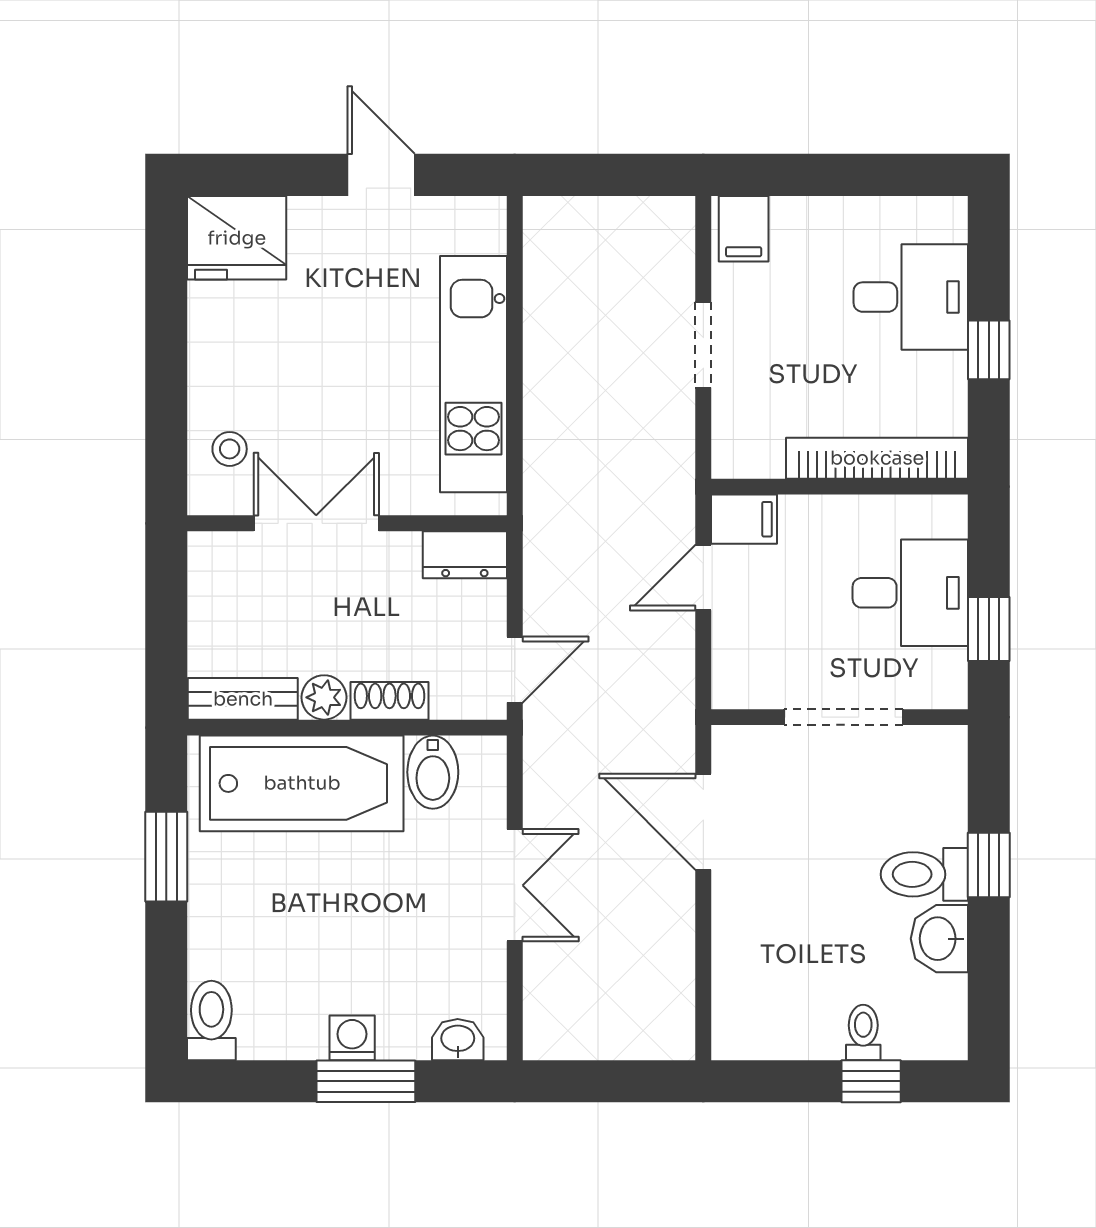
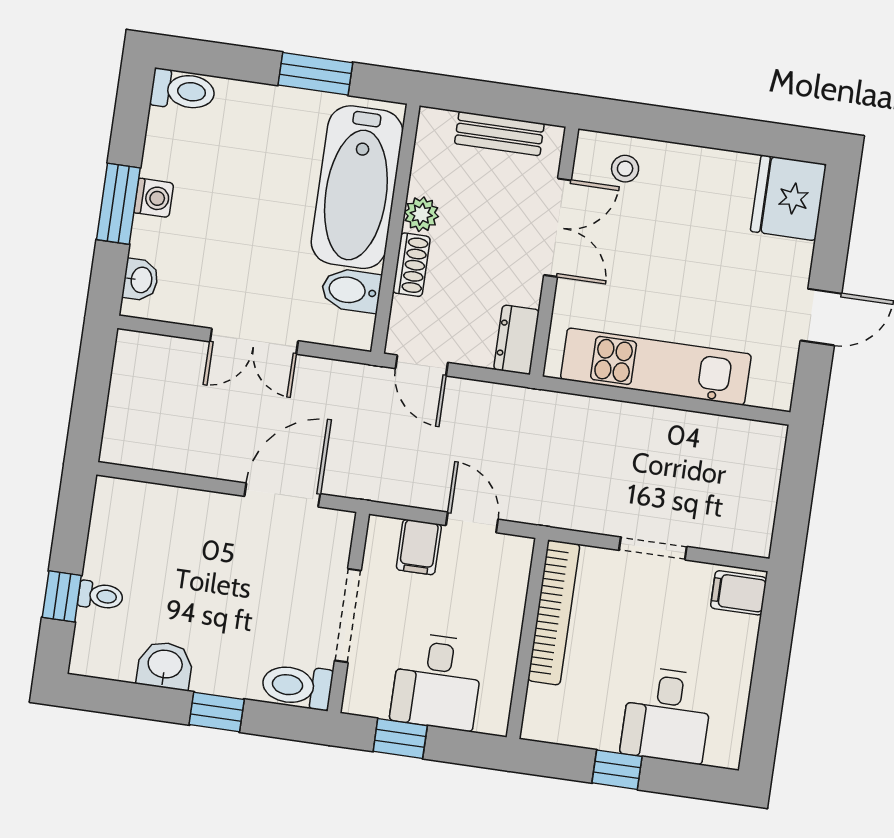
bookcase: (877, 458) -> (554, 612), moved
filing cabinet: (744, 519) -> (419, 547), moved
bench: (243, 699) -> (499, 134), moved, turned 90
toilet: (924, 874) -> (297, 686), moved, turned -90

